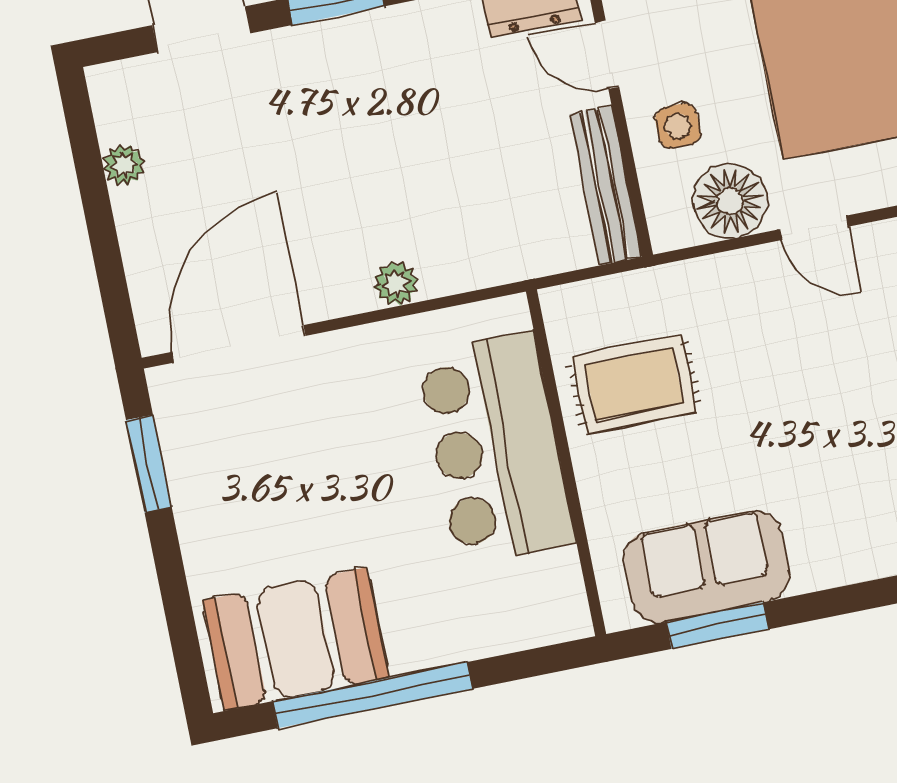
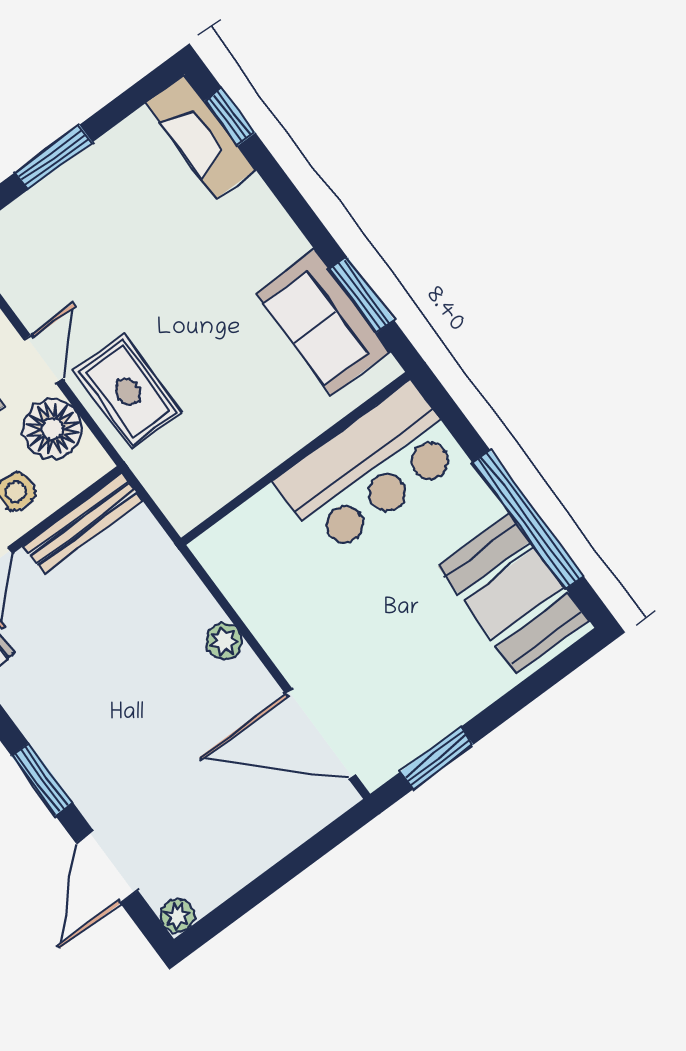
plant: (124, 165) -> (177, 916), moved
rug: (634, 384) -> (128, 391), moved
bar counter: (496, 448) -> (370, 469), moved

